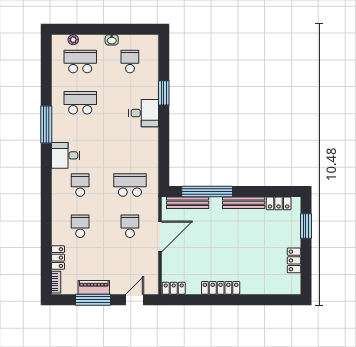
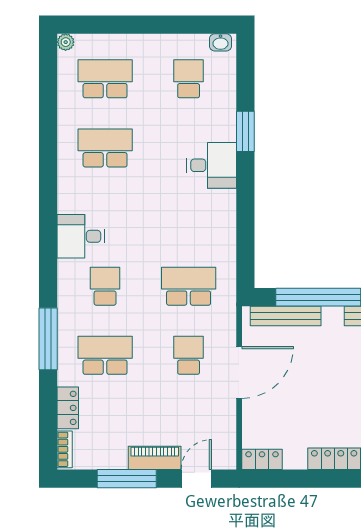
plant: (73, 40) -> (66, 42), moved
washbasin: (112, 40) -> (221, 42), moved
window: (46, 125) -> (48, 339), moved
school desk: (80, 226) -> (105, 355), width x1.85
piano: (94, 287) -> (155, 458), moved

